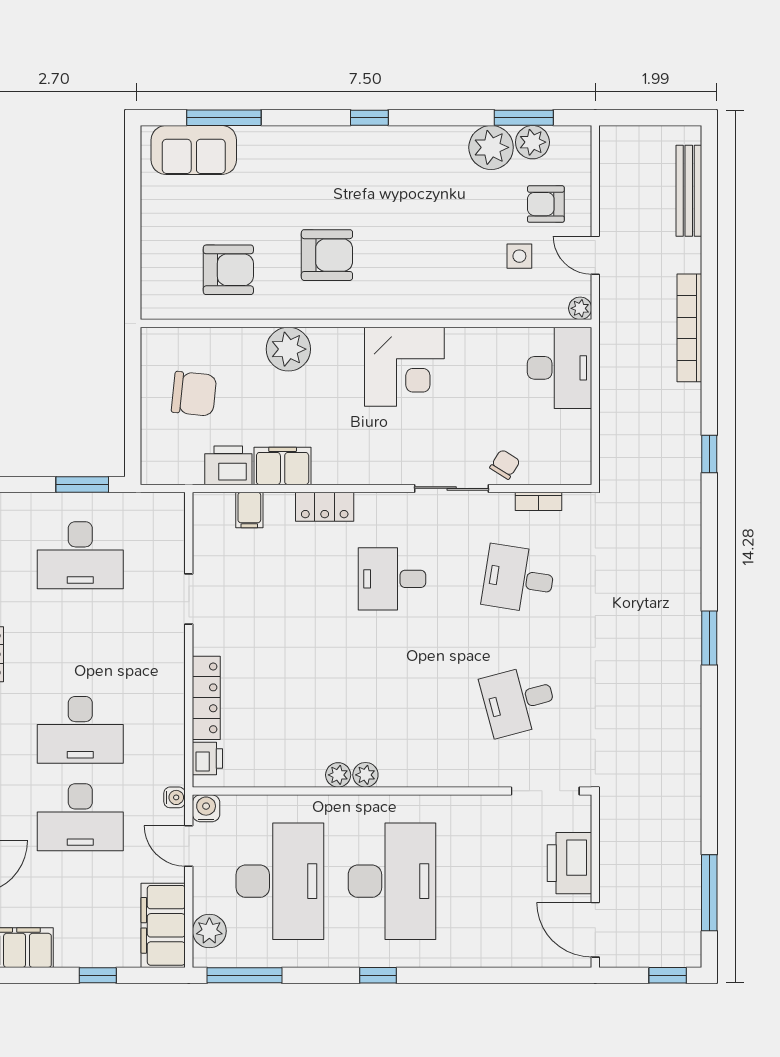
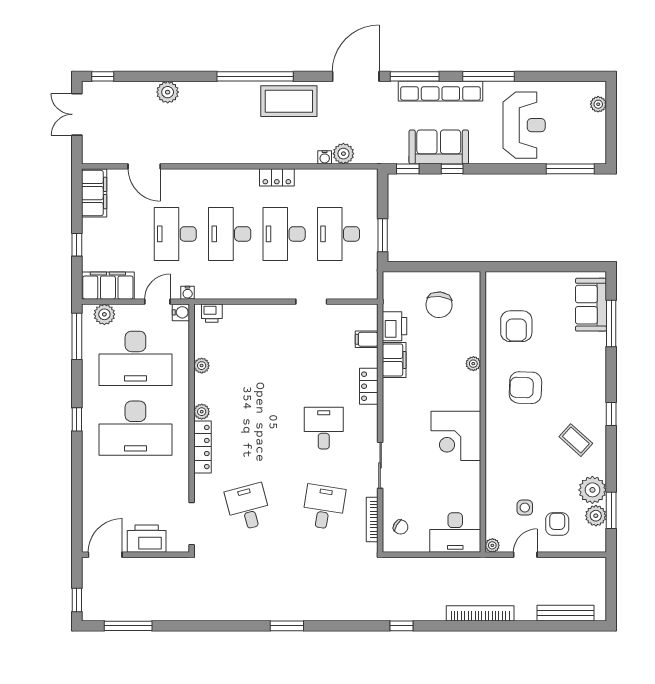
coffee table: (411, 174) -> (576, 440), added
armchair: (327, 255) -> (525, 388), turned 92
plant: (288, 349) -> (473, 364), width x0.53, depth x0.53
chair: (505, 464) -> (401, 527), moved
bookcase: (539, 501) -> (372, 519), width x1.56
desk: (80, 643) -> (284, 234), added
locker: (206, 698) -> (202, 447), moved, turned -90
plant: (338, 775) -> (202, 366), moved

